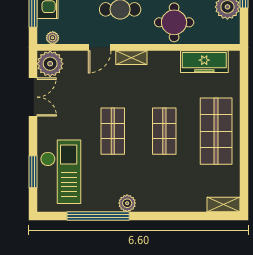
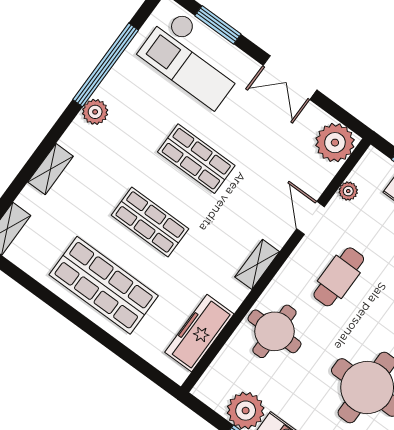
plant: (53, 38) -> (348, 191), moved
shelving: (131, 58) -> (257, 264), moved
double door: (33, 97) -> (290, 78), moved
shelving: (175, 205) -> (51, 169), added

